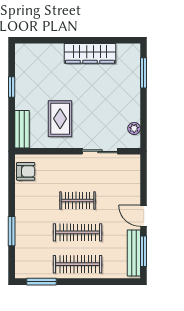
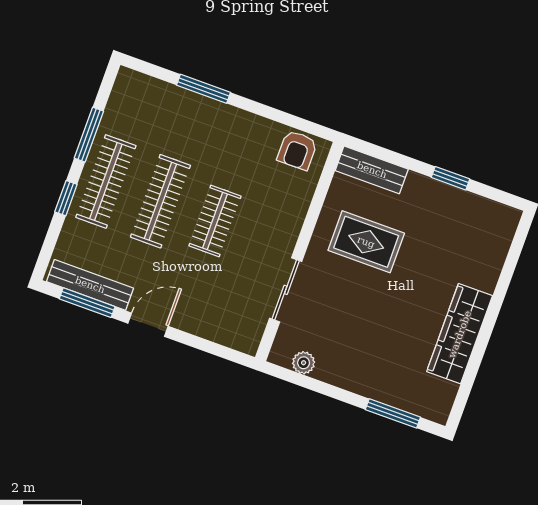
window: (42, 282) -> (89, 135), moved
window: (94, 282) -> (66, 198), added

